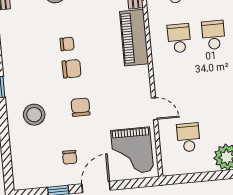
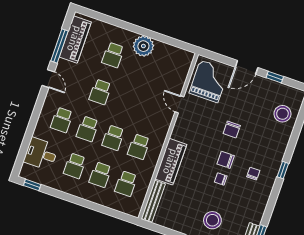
stool: (34, 115) -> (282, 114), moved
school desk: (188, 137) -> (164, 73), removed
chair: (70, 157) -> (253, 174), moved

